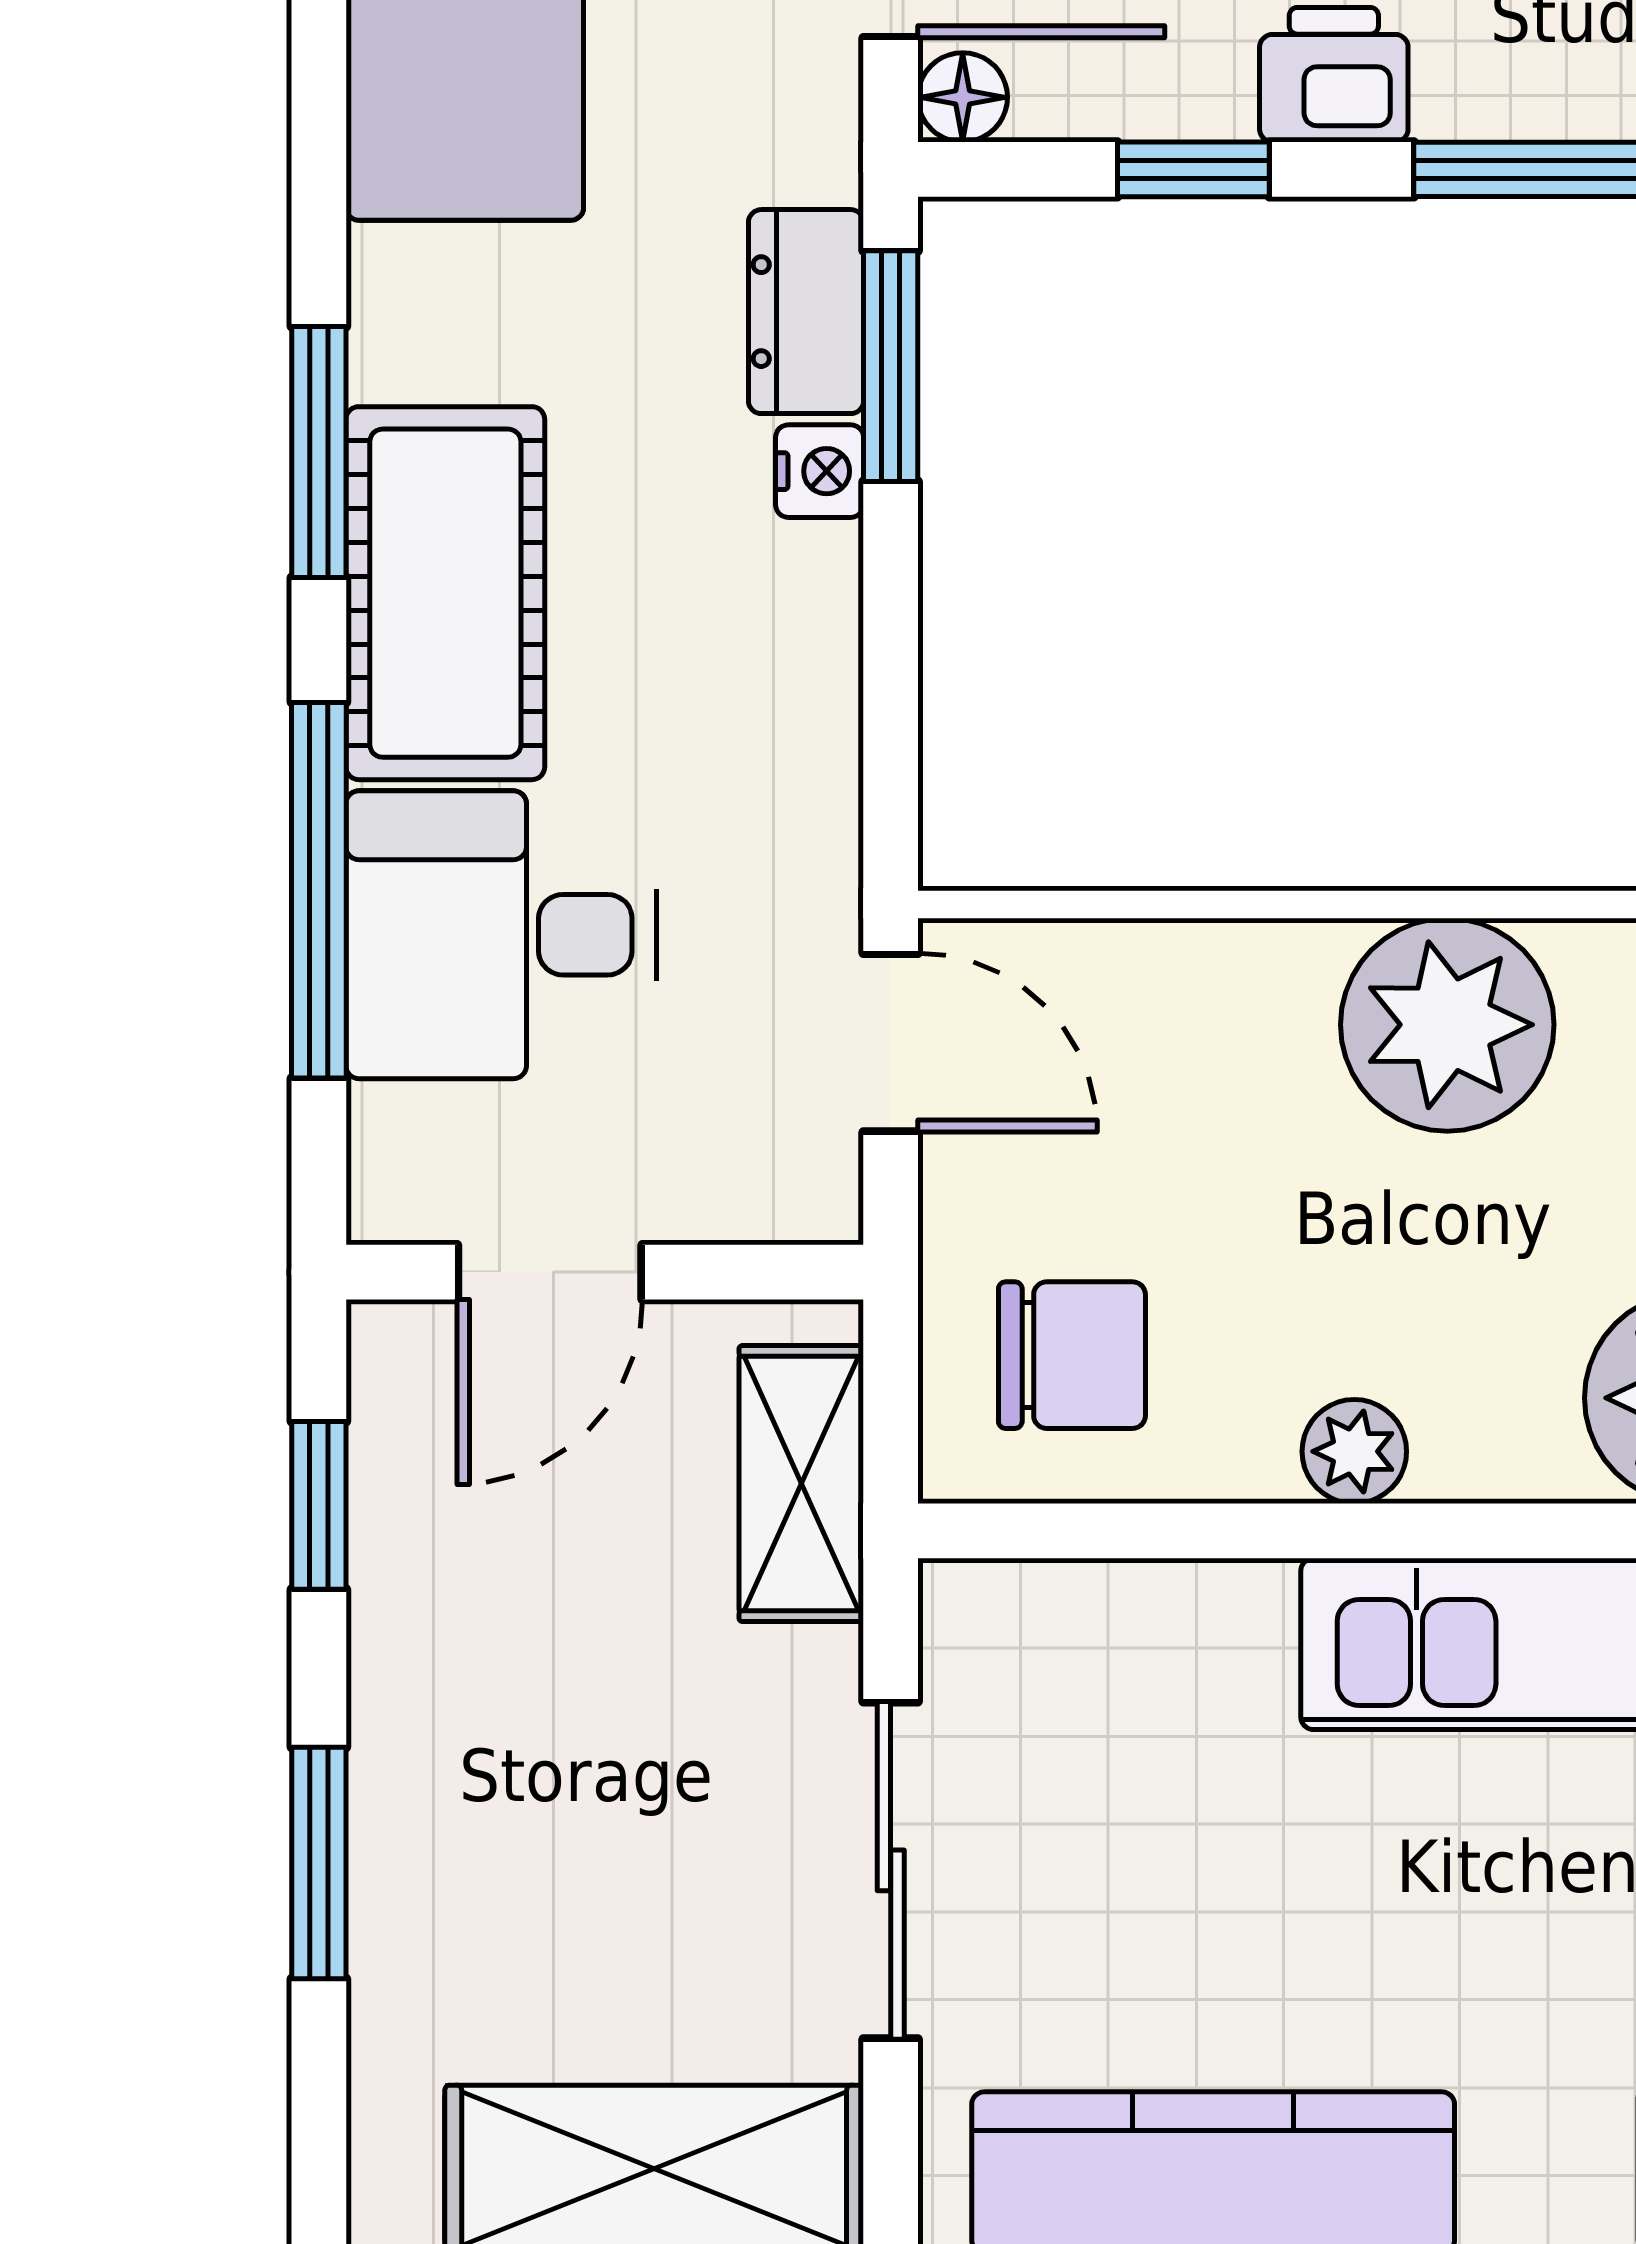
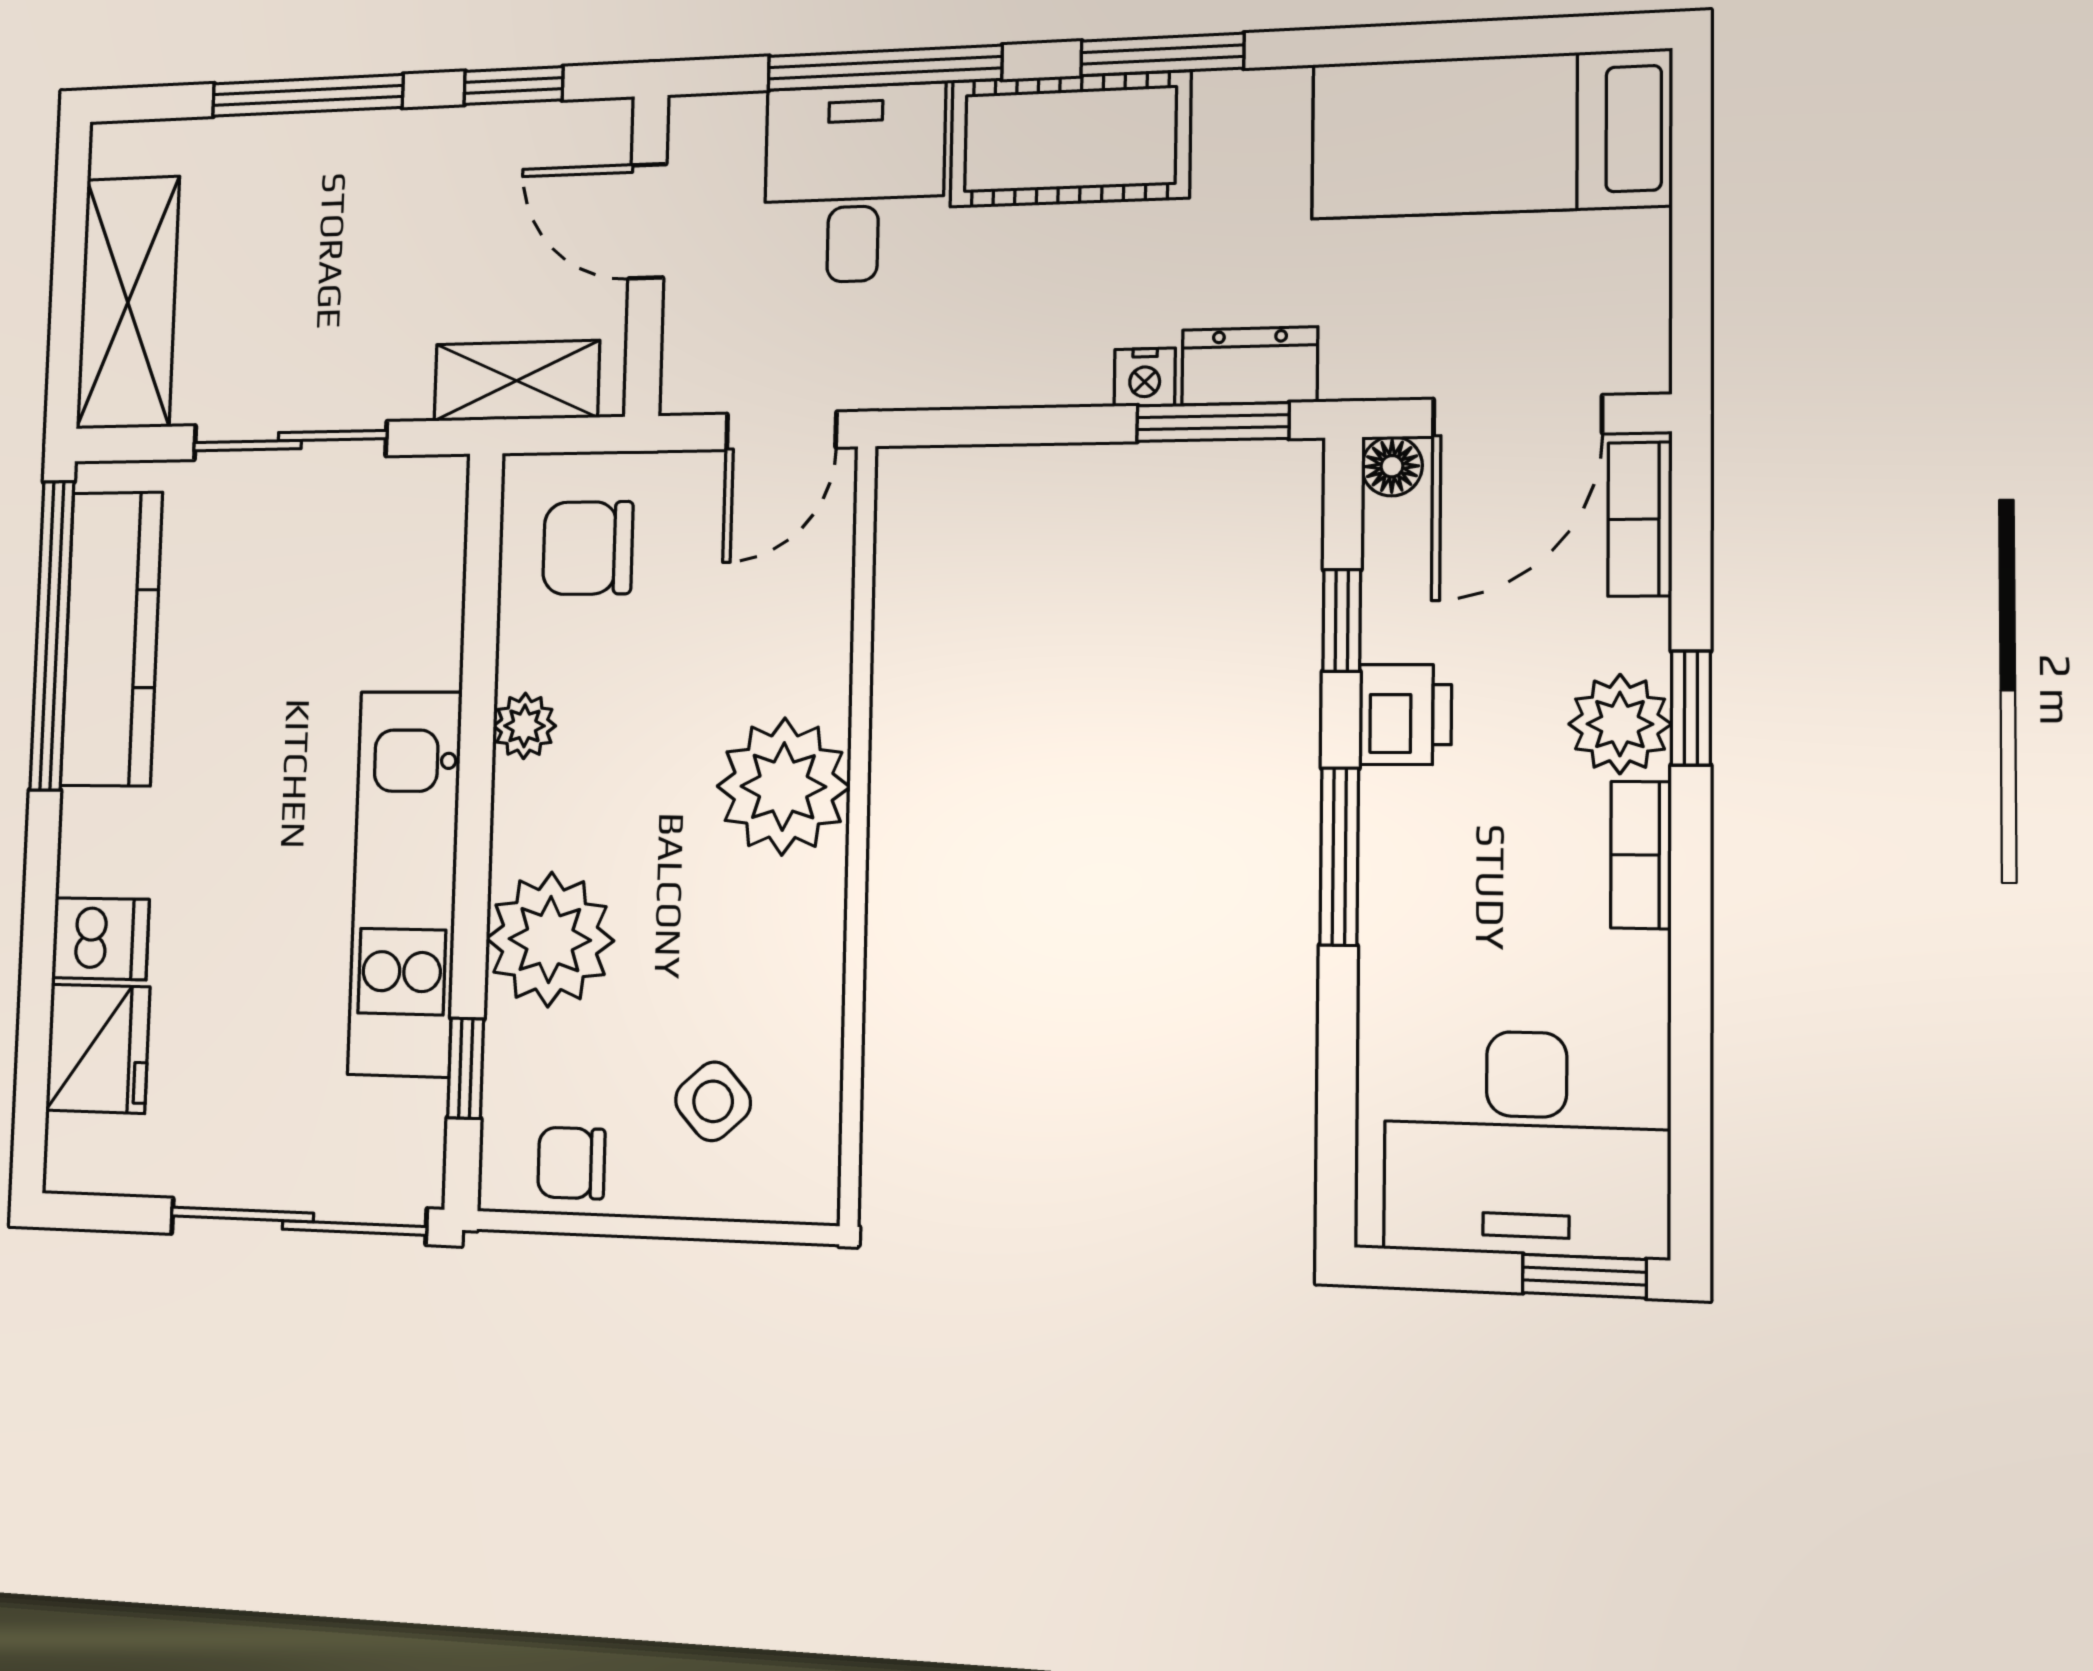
chair: (1072, 1355) -> (588, 548), turned 90
window: (319, 1863) -> (307, 95), width x1.44

